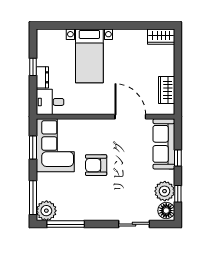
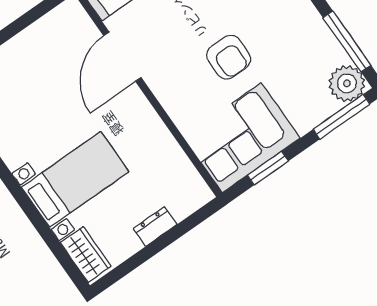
window: (33, 67) -> (149, 251), removed
wardrobe: (167, 90) -> (86, 254), moved, turned -90
desk: (50, 102) -> (183, 190), removed

